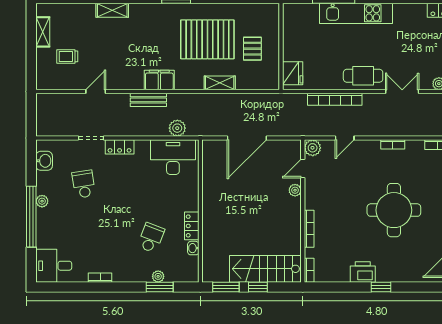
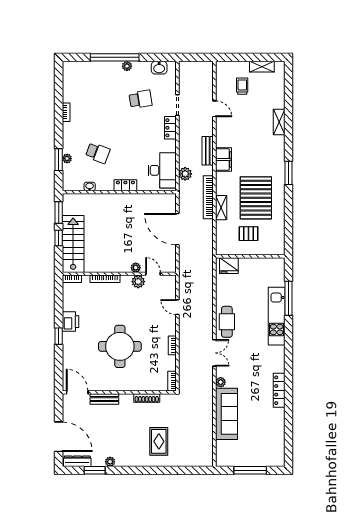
bookcase: (335, 99) -> (208, 197), moved
plant: (313, 148) -> (138, 282), moved
locker: (192, 226) -> (125, 185), moved
desk: (54, 266) -> (76, 75), removed

